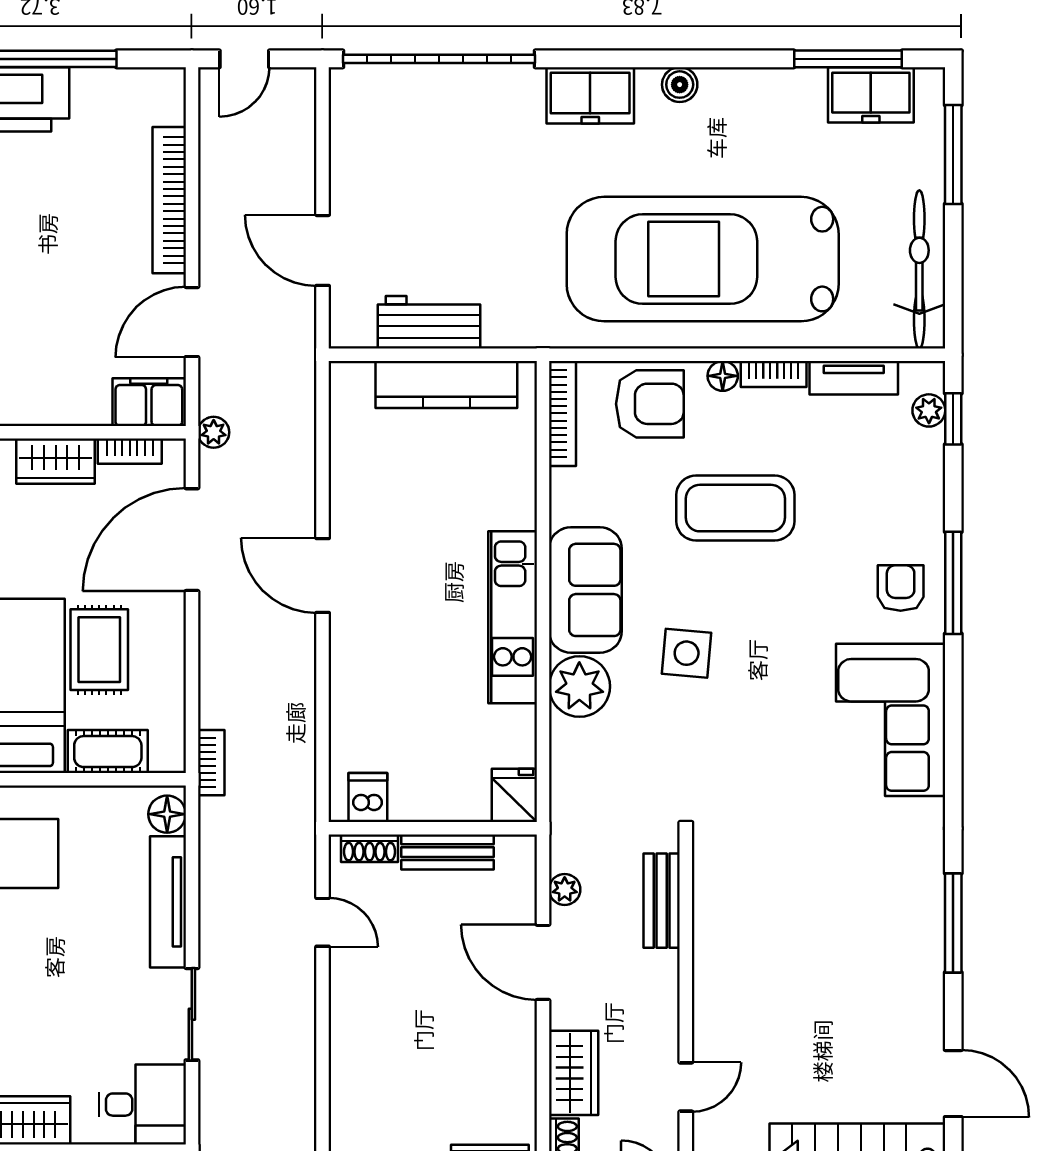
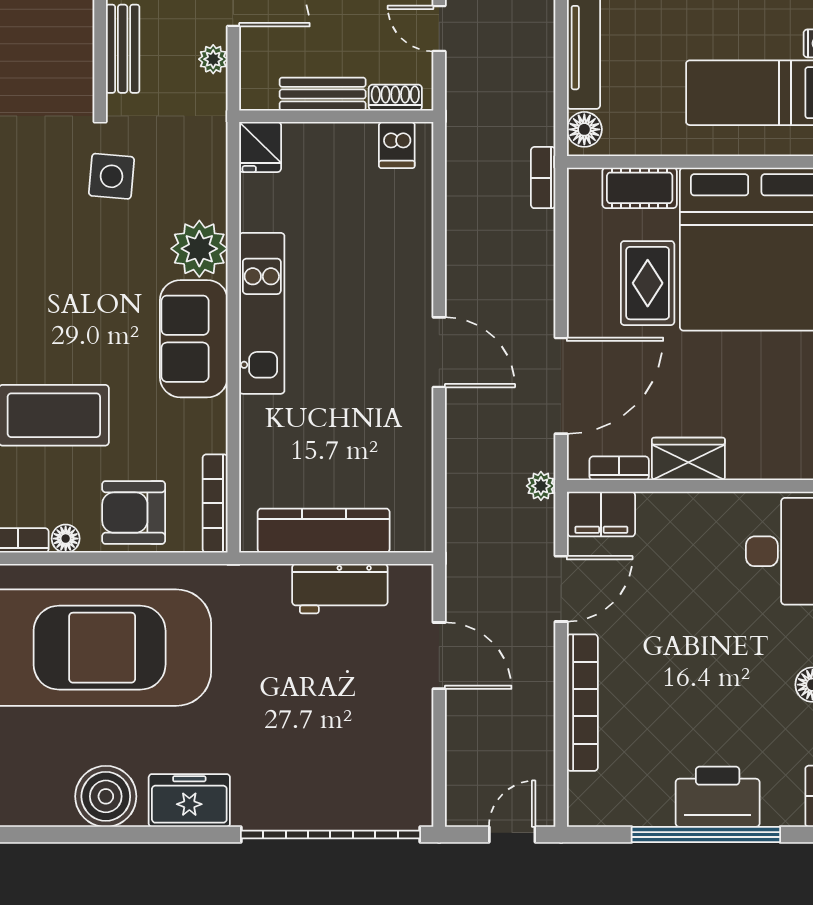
boiler: (680, 85) -> (106, 796), width x1.86, depth x1.86
side table: (687, 653) -> (112, 176), moved

